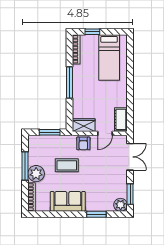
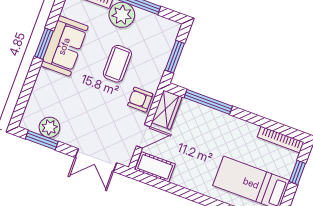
window: (70, 83) -> (208, 102), moved
door: (105, 133) -> (143, 136), swing flipped
plant: (121, 205) -> (49, 127), moved
window: (96, 214) -> (44, 44), moved

